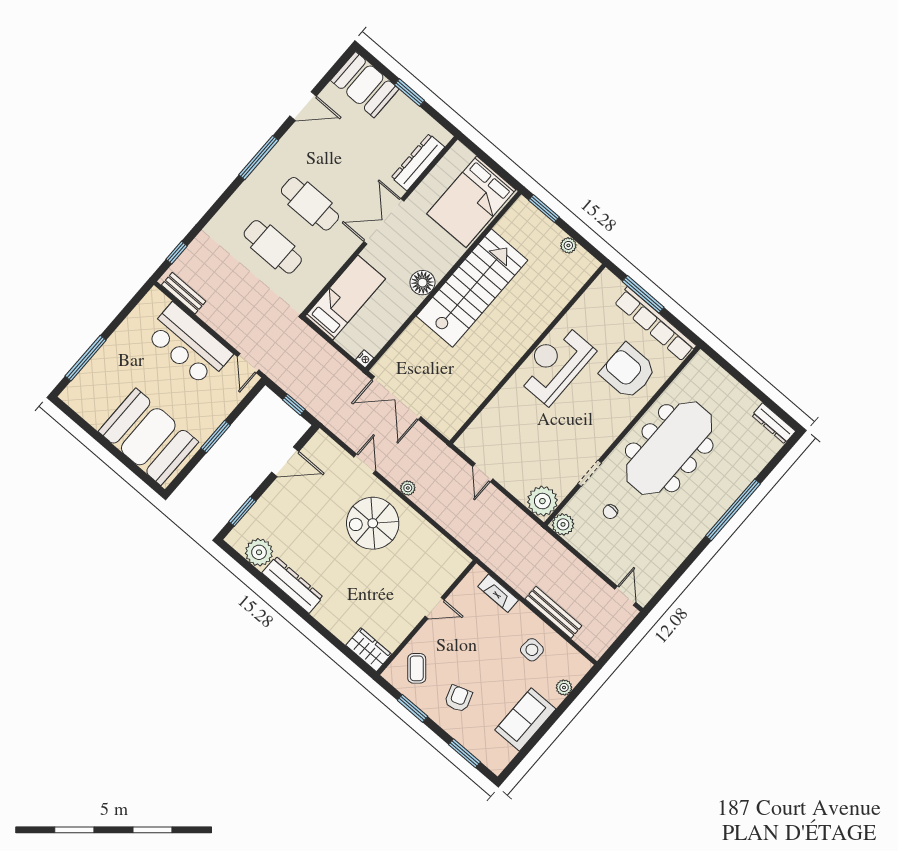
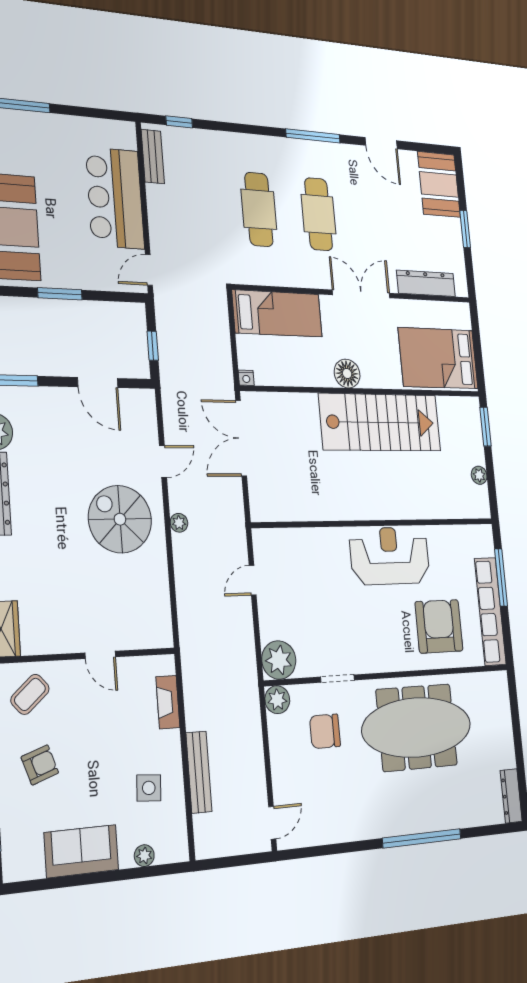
chair: (610, 512) -> (325, 731), width x1.87, depth x1.87

